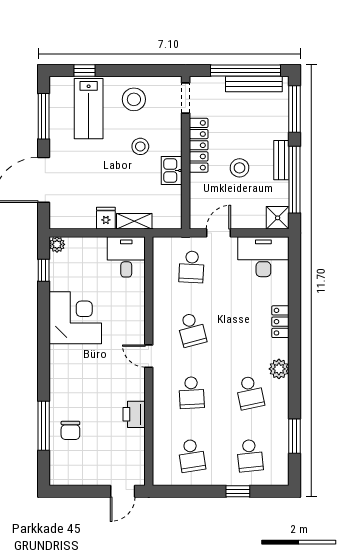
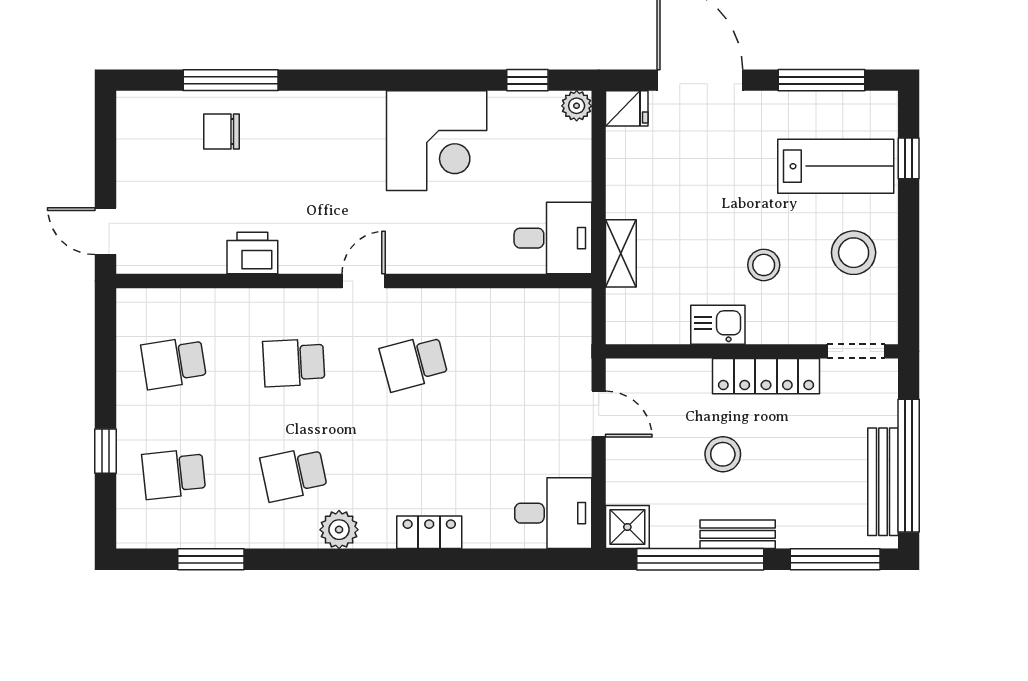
lab bench: (89, 109) -> (836, 166), turned 180
fridge: (106, 218) -> (627, 108), moved
desk: (263, 257) -> (553, 513), width x0.73
school desk: (192, 267) -> (534, 363), removed

